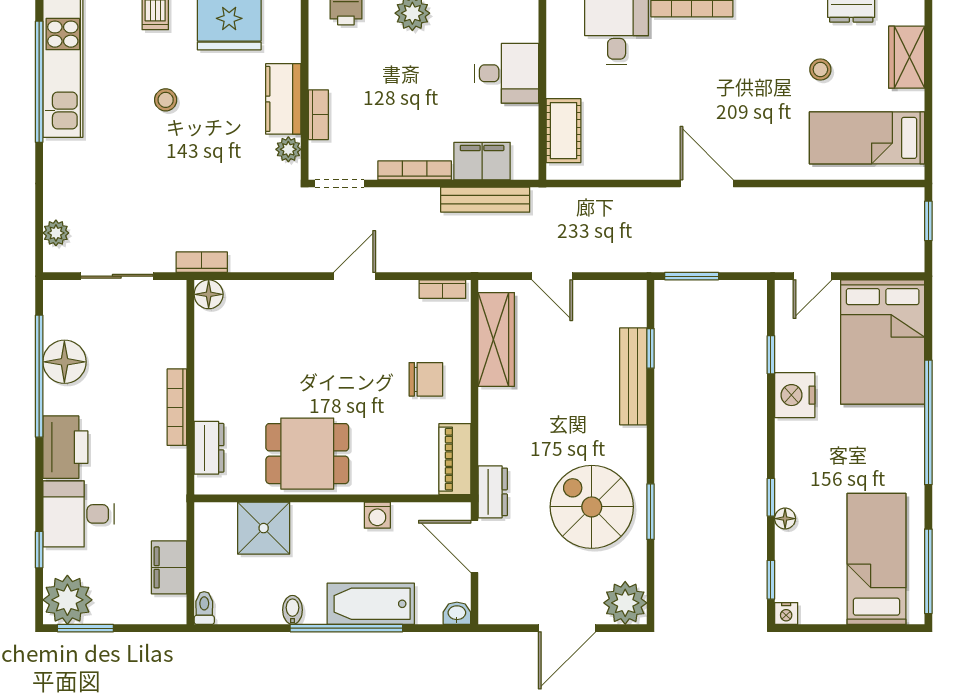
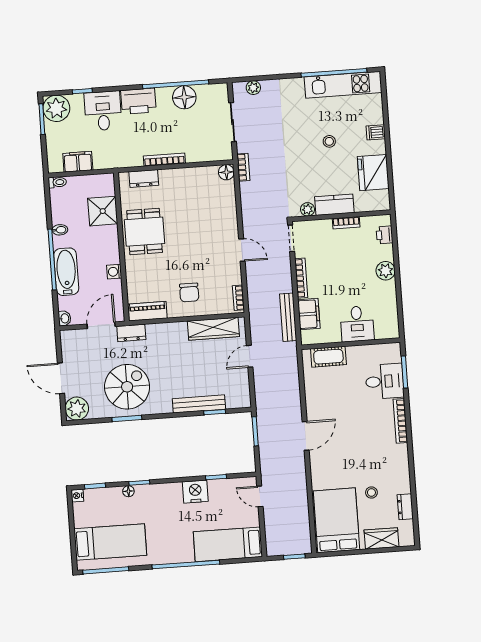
bookcase: (318, 115) -> (346, 223), moved
bed: (867, 138) -> (336, 520), width x1.50
bed: (883, 342) -> (228, 544), width x0.67

